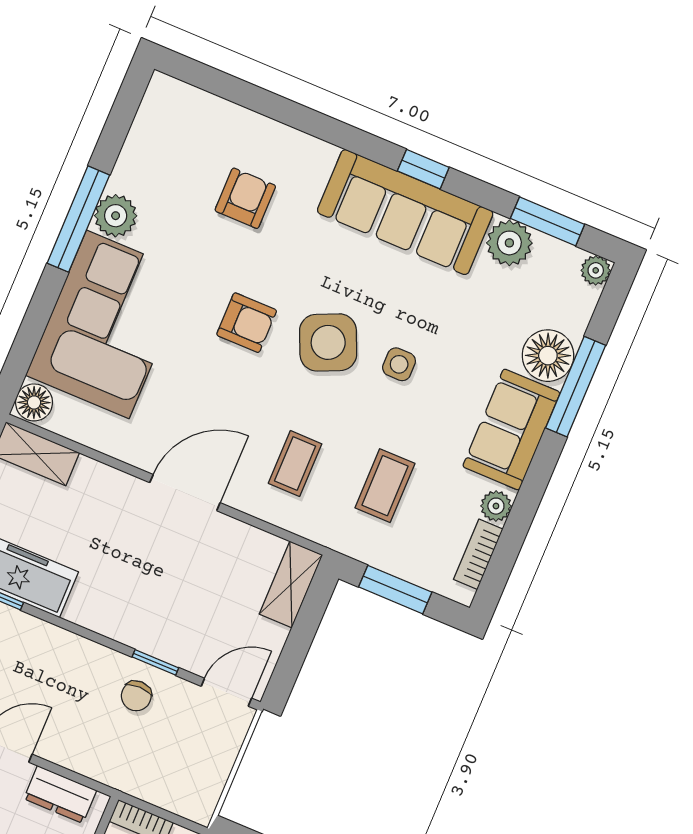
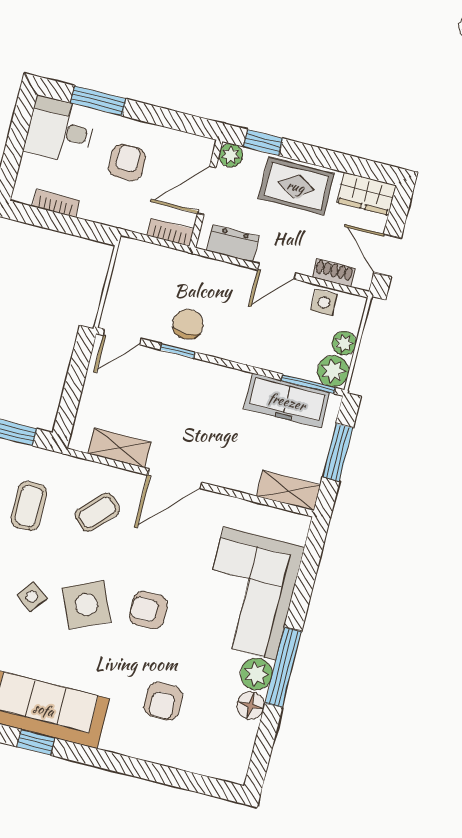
side table: (399, 364) -> (32, 597), turned 37
floor lamp: (34, 402) -> (251, 705), moved
coffee table: (295, 464) -> (97, 512), turned 44
shelving: (291, 584) -> (119, 448), moved, turned 90
chair: (136, 696) -> (188, 324), width x1.37, depth x1.37

